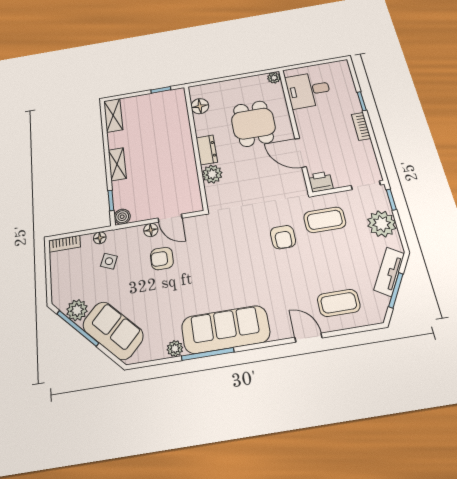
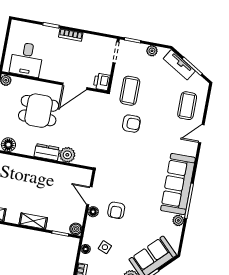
door: (170, 218) -> (89, 196), swing flipped
plant: (382, 224) -> (152, 51), width x0.53, depth x0.53

